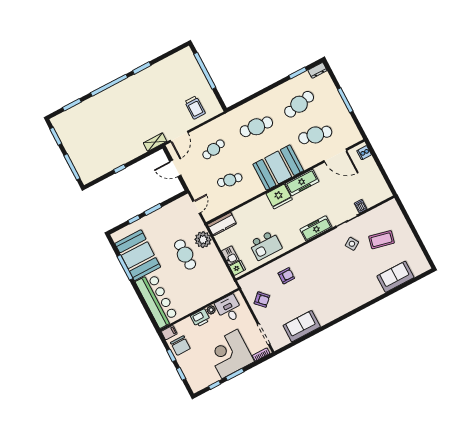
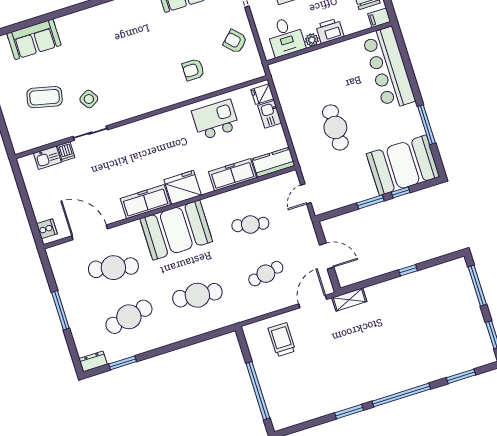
kitchen sink: (372, 200) -> (47, 158), added
freezer: (316, 228) -> (232, 175), moved, turned 180
plant: (203, 240) -> (305, 145), removed
booth: (138, 255) -> (403, 165), moved, turned 90

